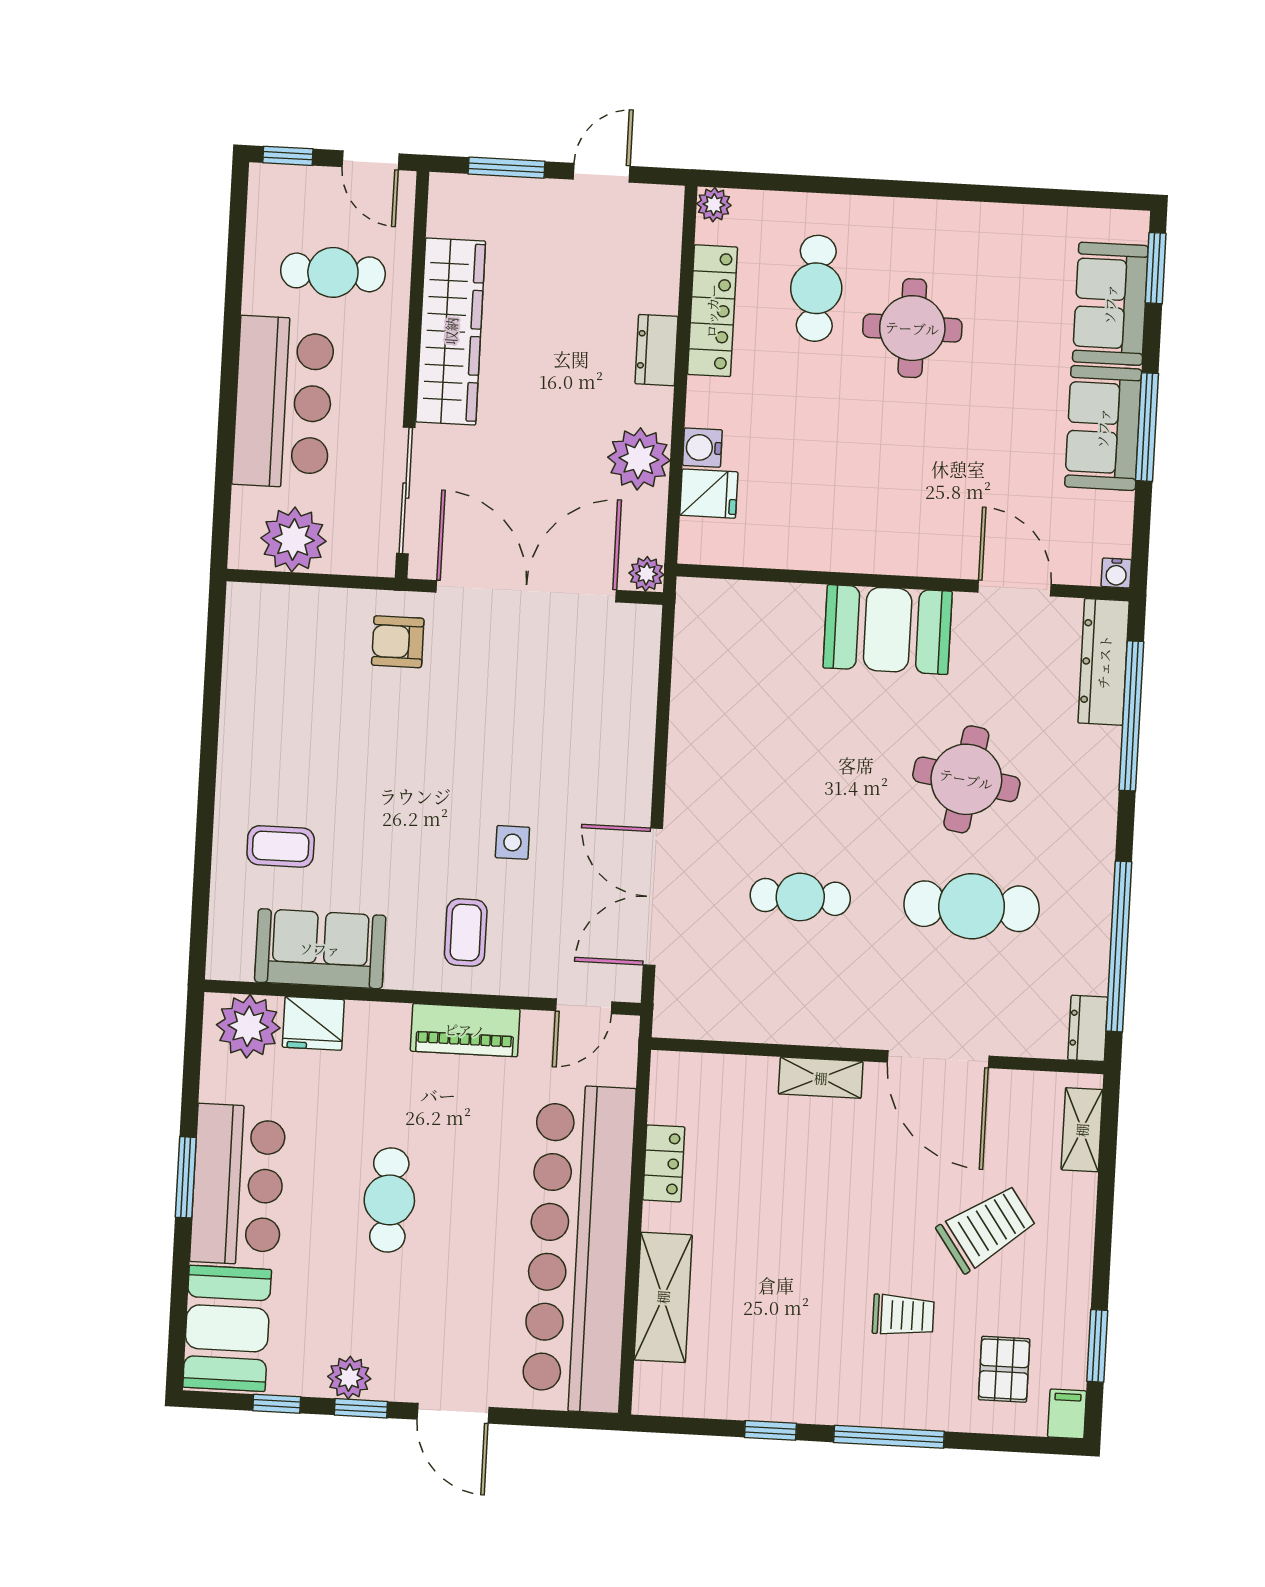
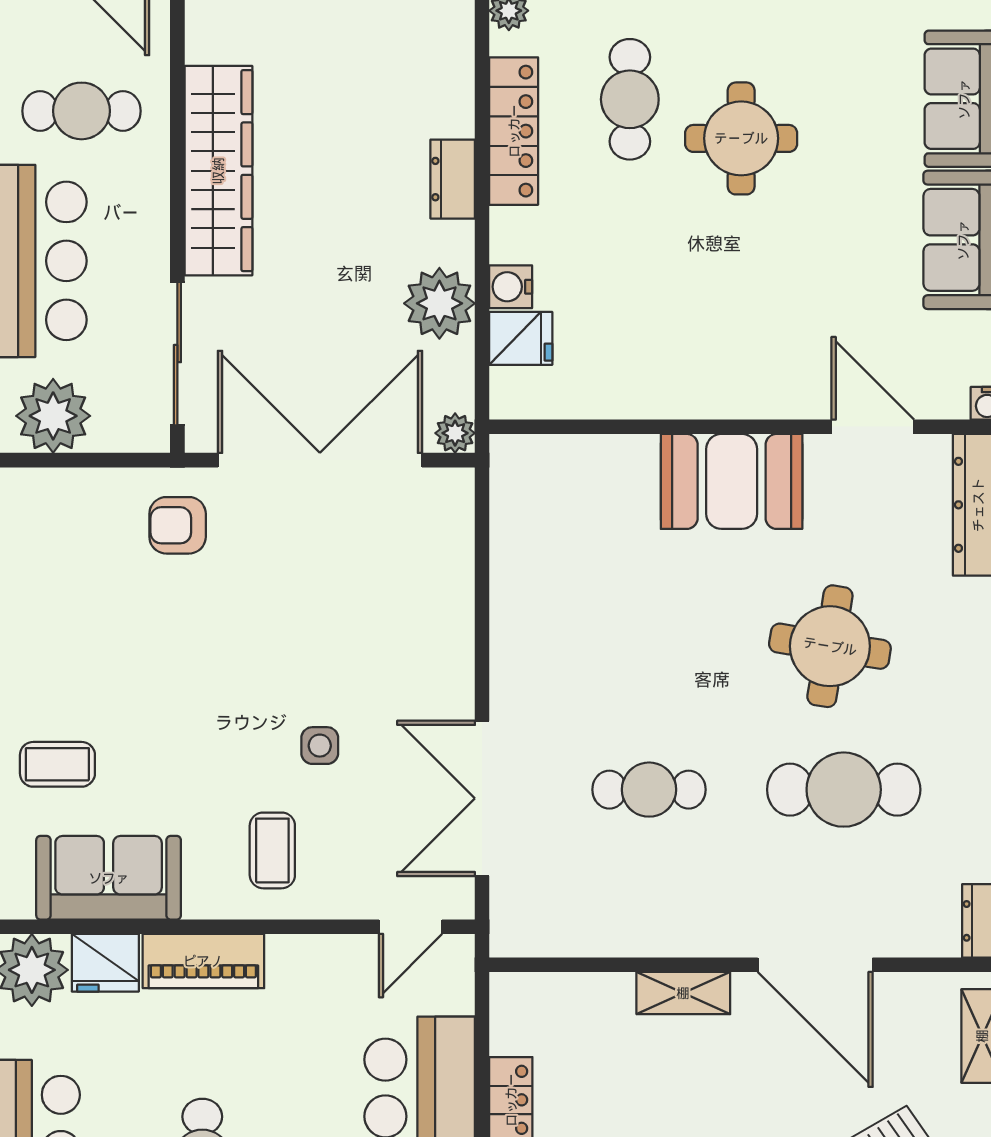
piano: (465, 1030) -> (203, 961), moved

